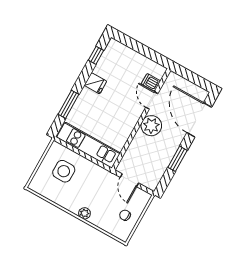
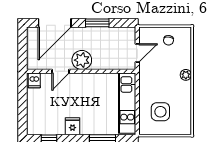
dishwasher: (151, 82) -> (34, 80), moved

